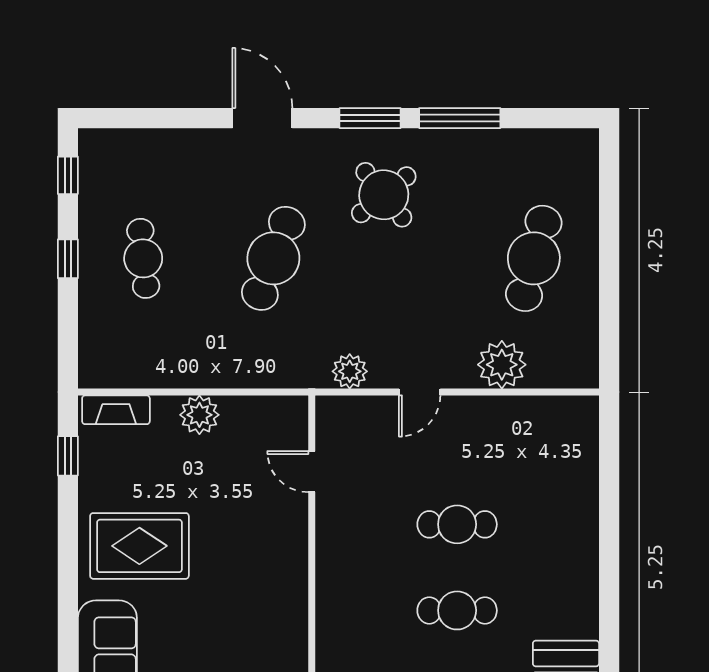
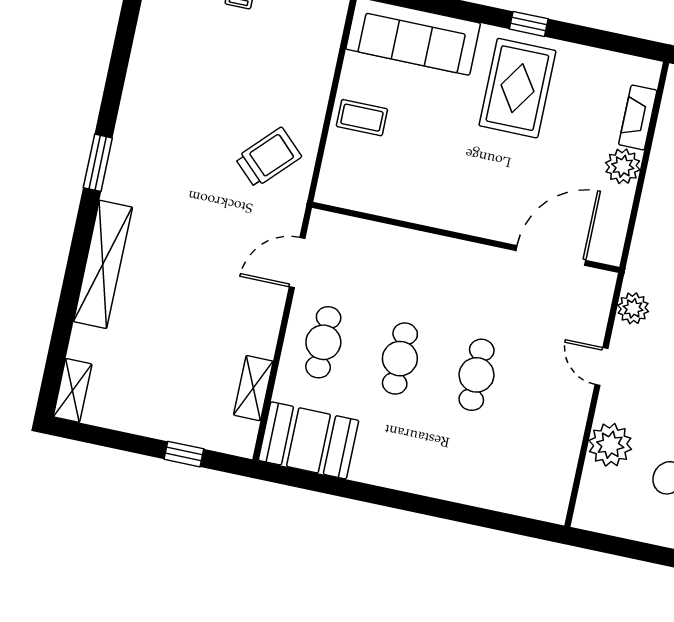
fireplace: (116, 410) -> (638, 117), moved
window: (68, 456) -> (529, 24), moved
door: (312, 472) -> (551, 255), width x1.87

